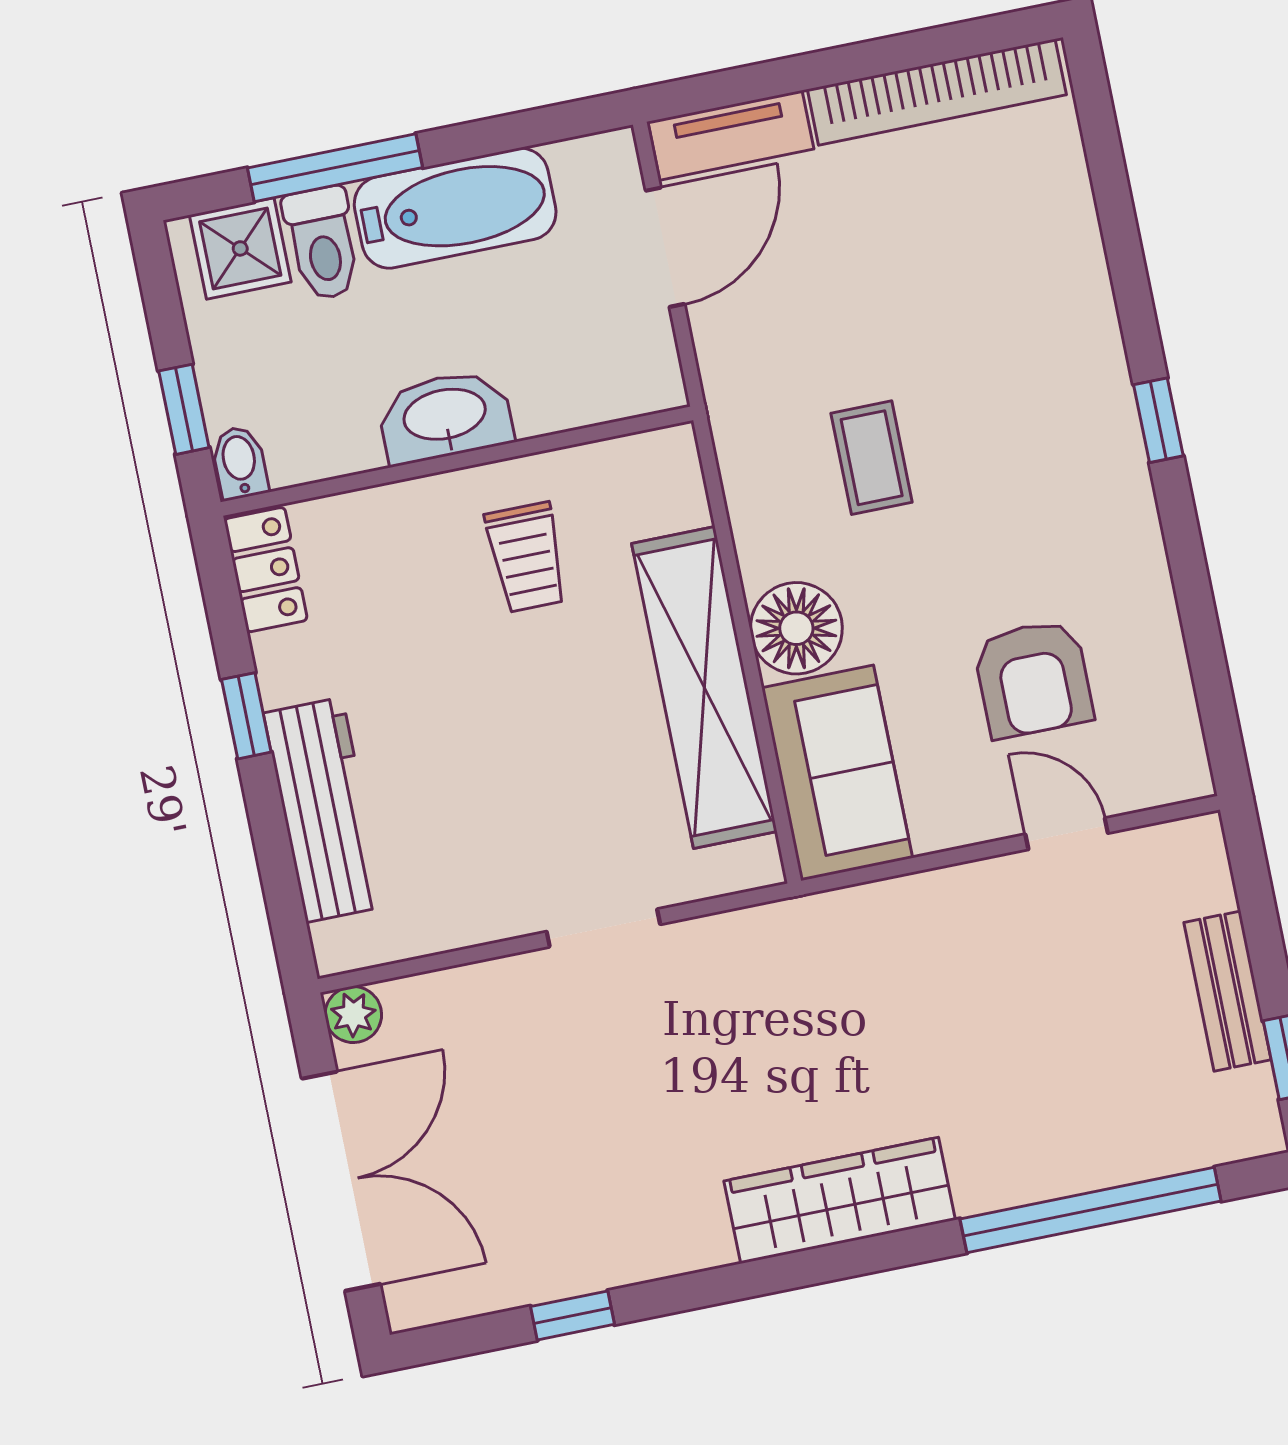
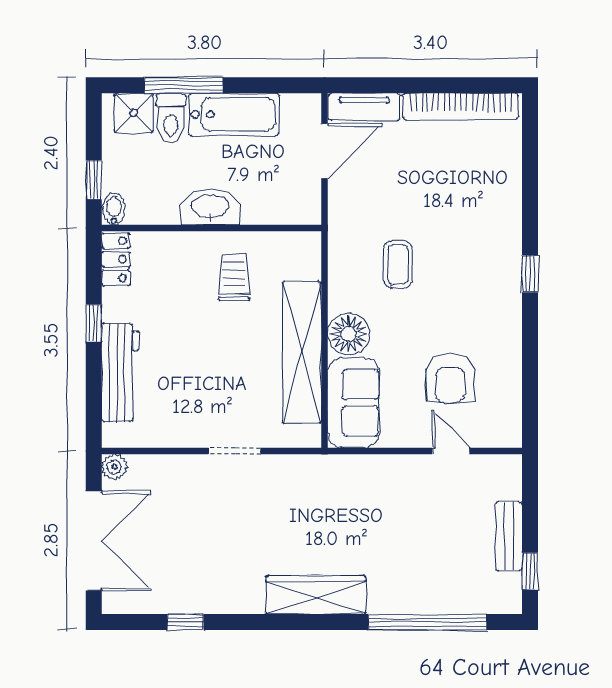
trolley: (527, 557) -> (234, 278), turned 180

